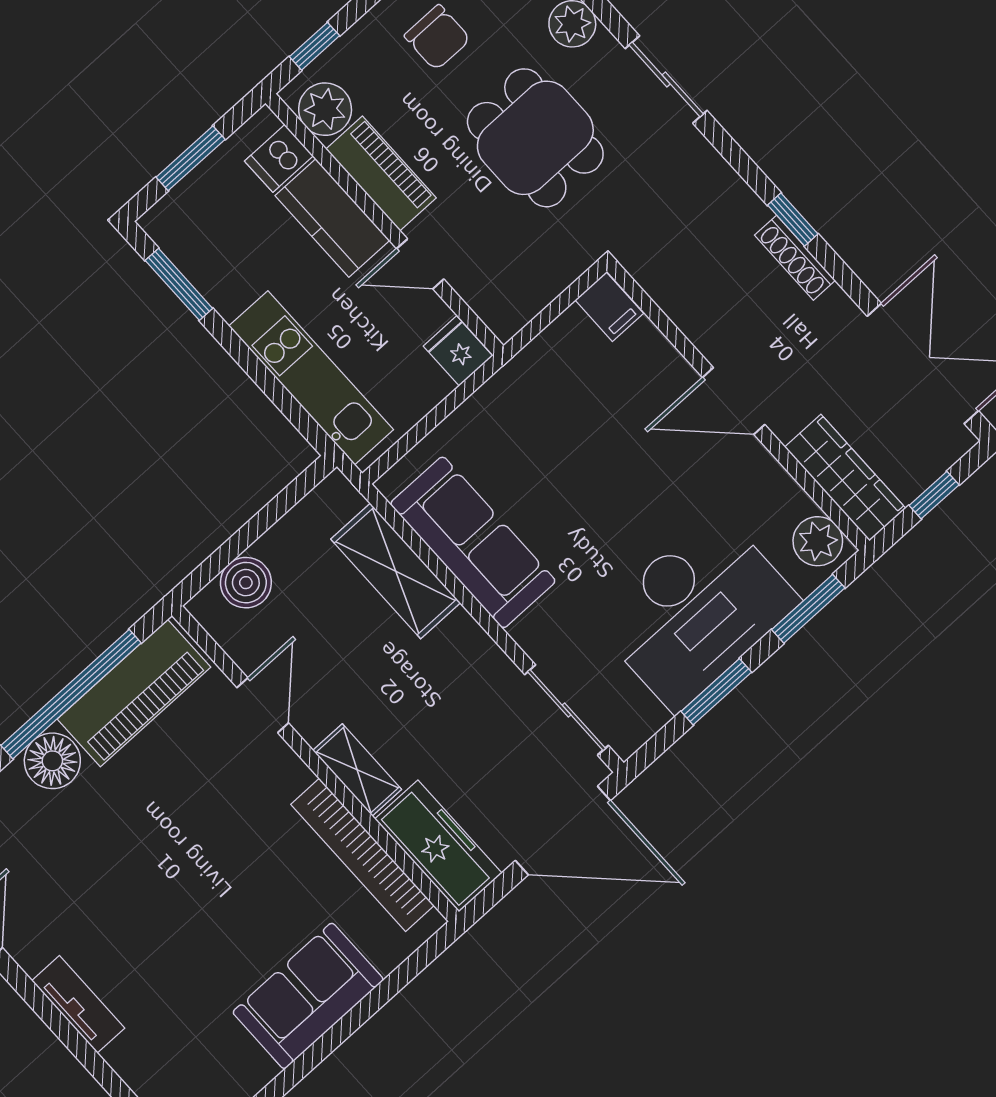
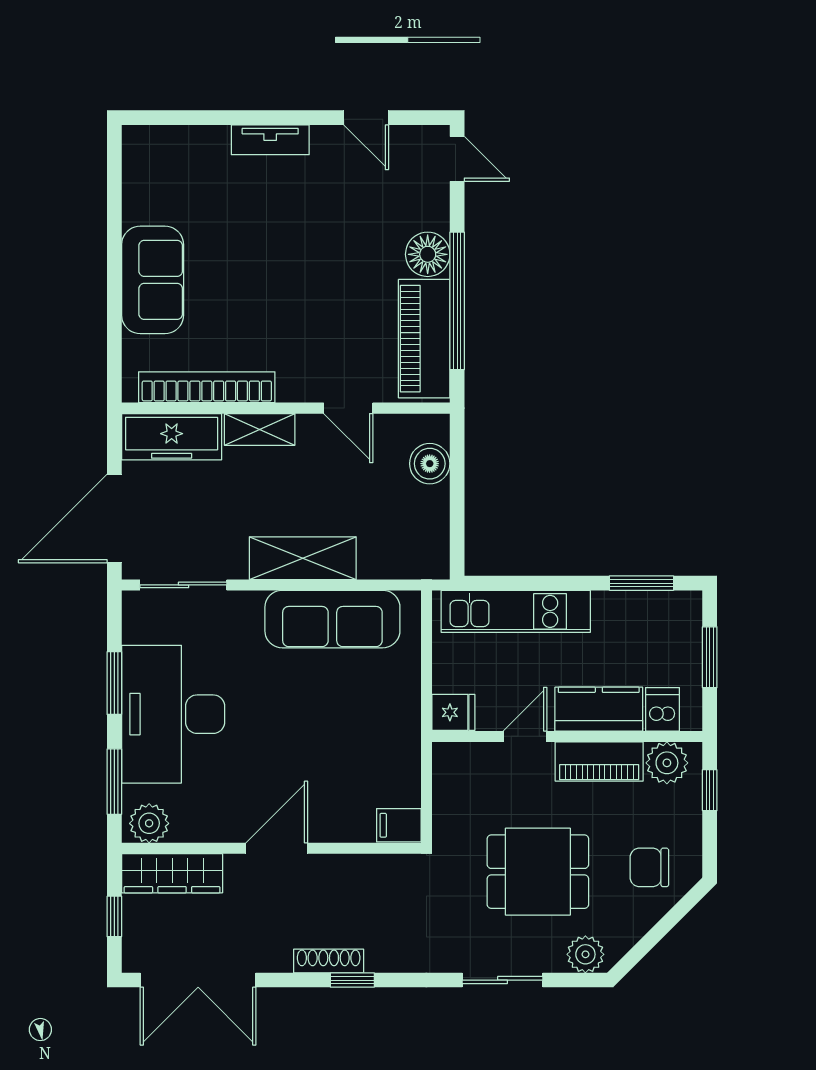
shelving: (396, 571) -> (303, 558), moved

